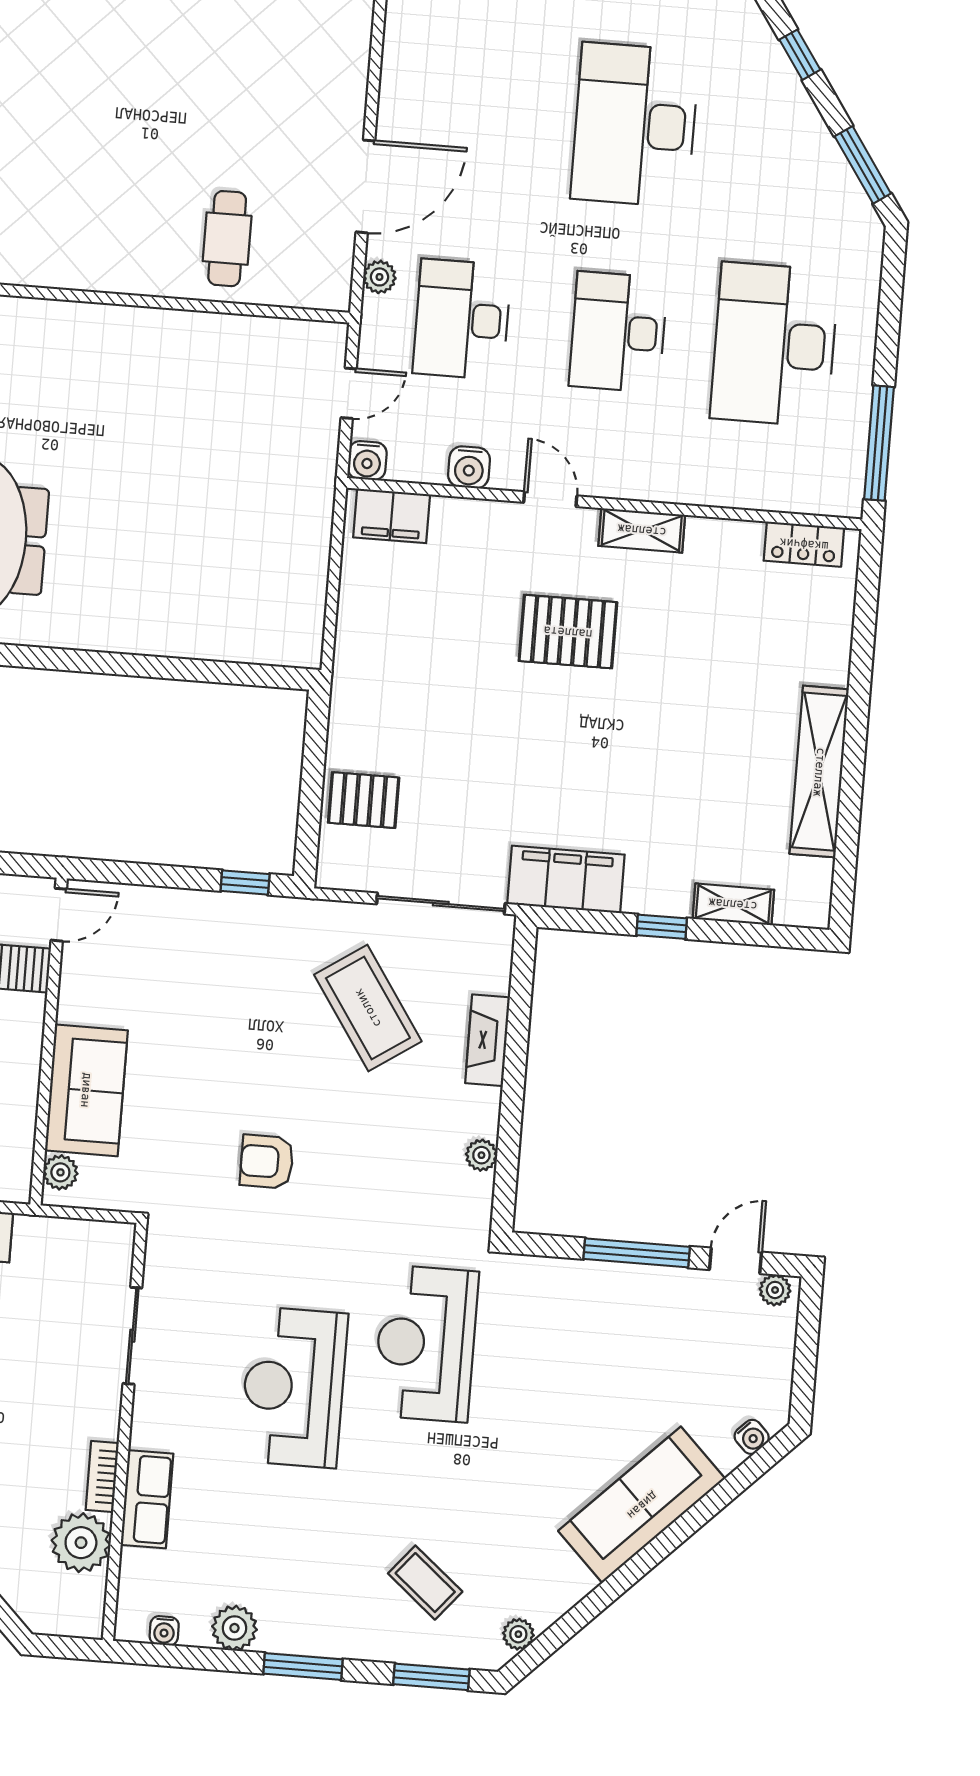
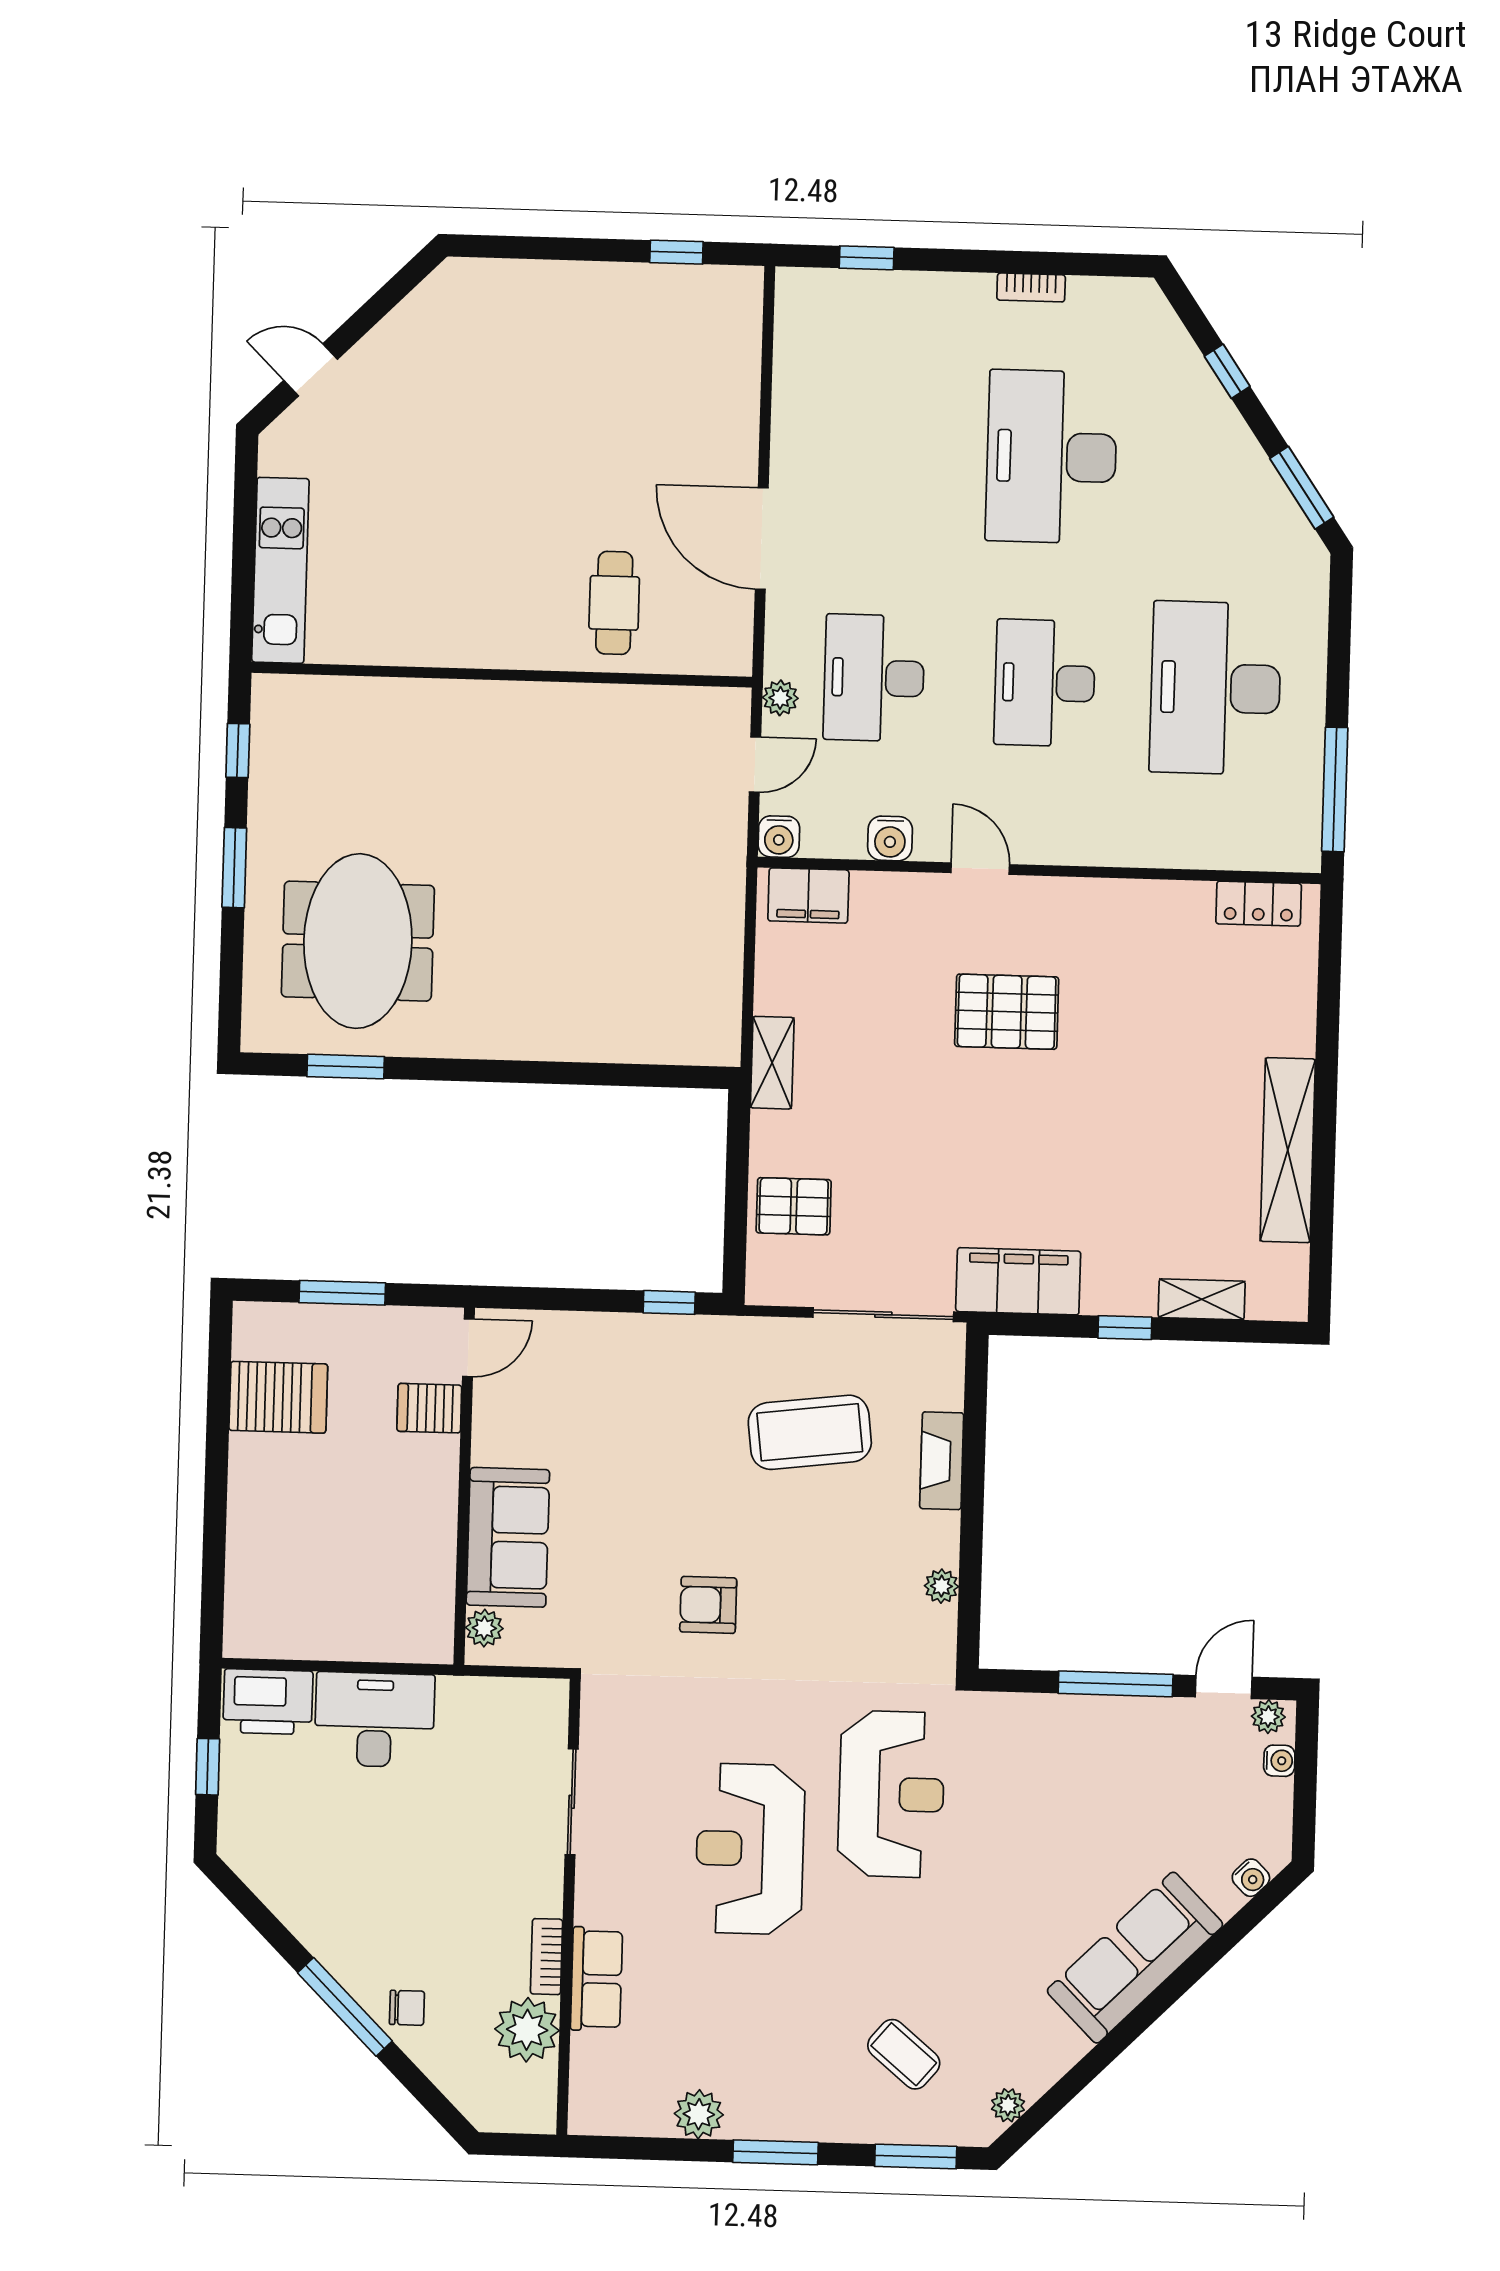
door: (365, 186) -> (762, 539), swing flipped
plant: (379, 277) -> (780, 698), moved
shelving: (642, 530) -> (772, 1063), moved, turned 90
coffee table: (368, 1008) -> (810, 1432), turned -63
reception desk: (426, 1343) -> (891, 1794), turned 180
water cooler: (164, 1631) -> (1279, 1761), moved, turned -90

